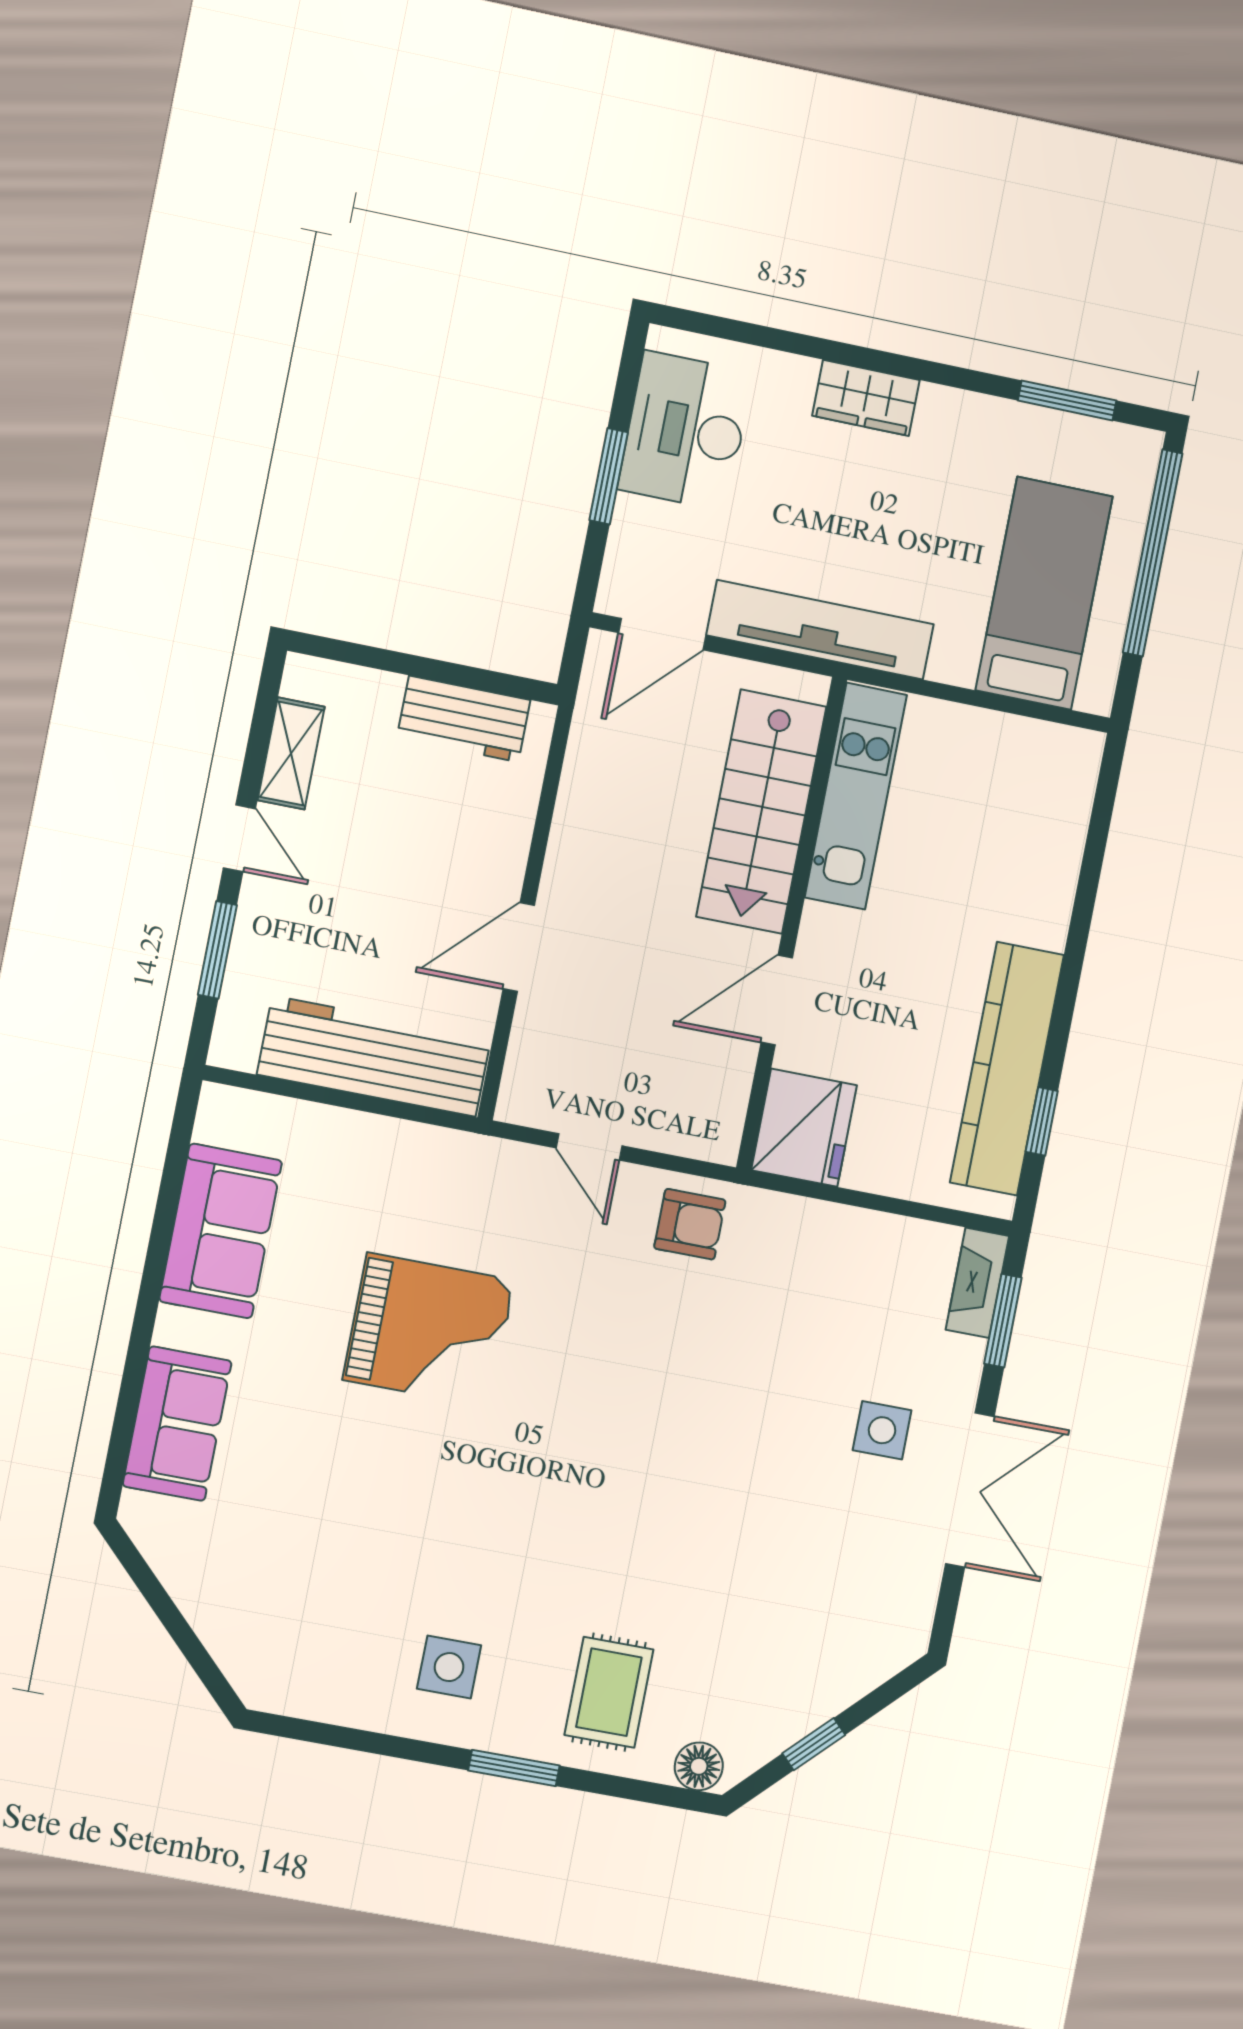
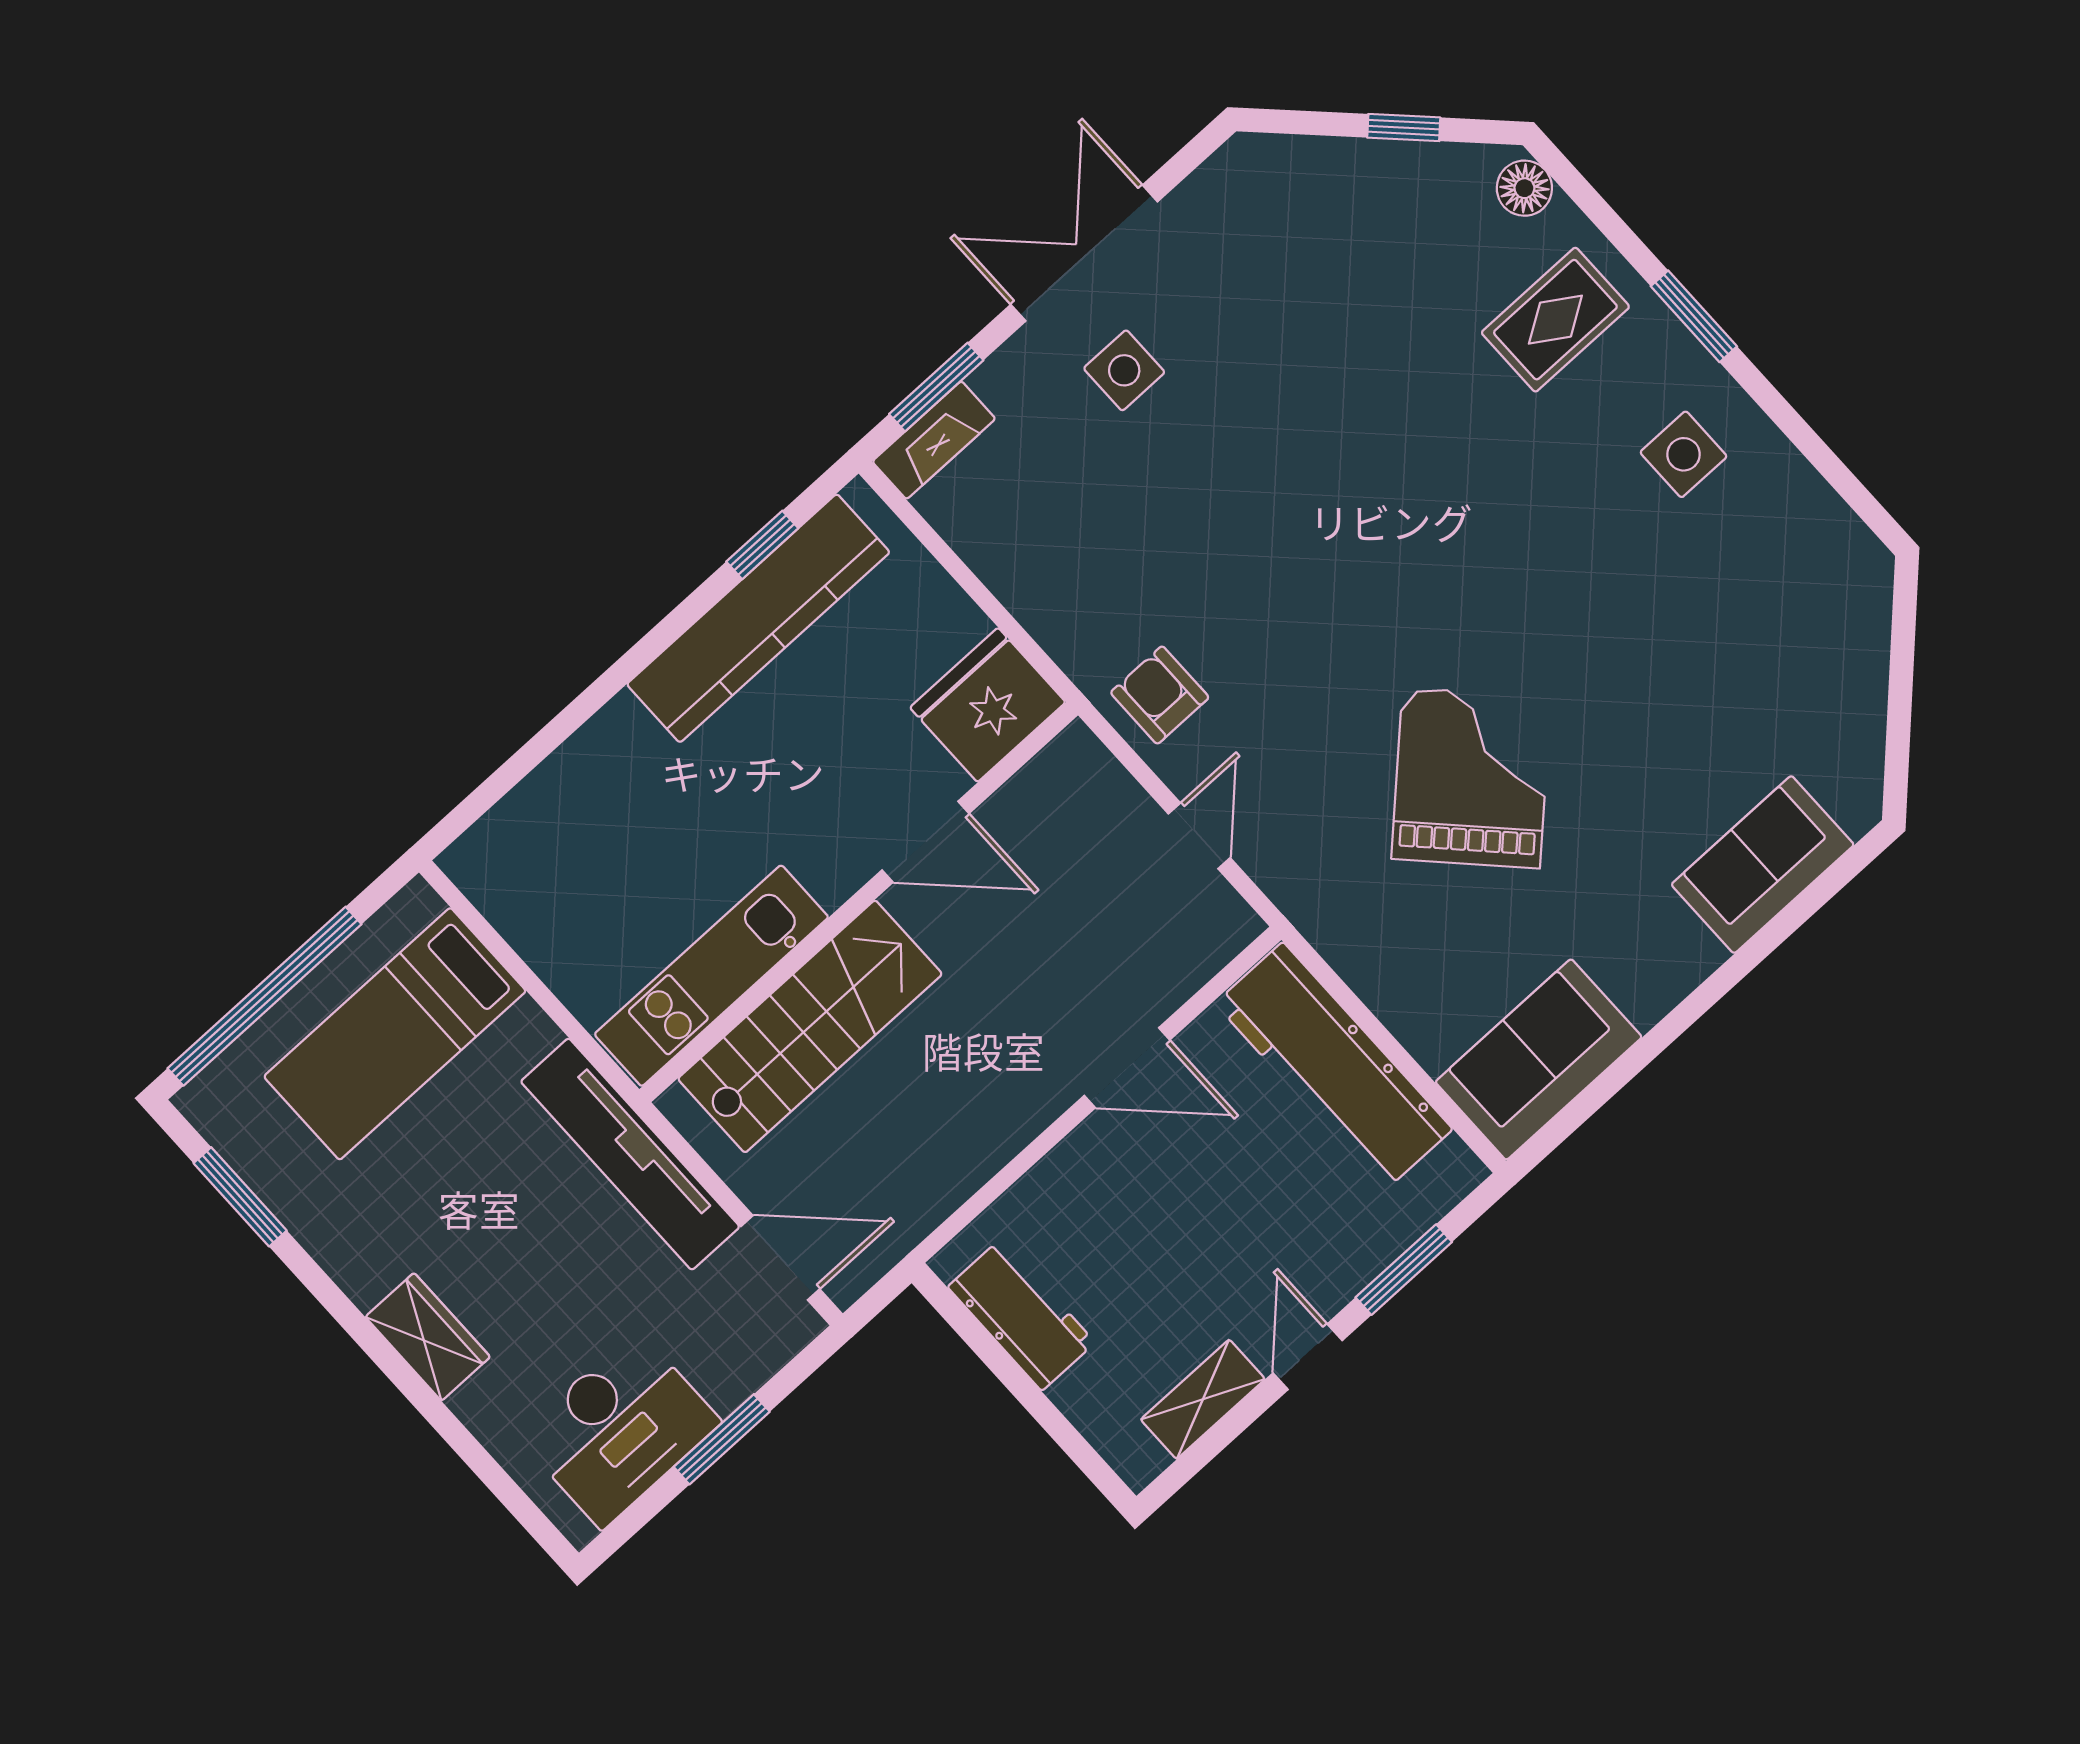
sofa: (221, 1231) -> (1539, 1059), moved
grand piano: (429, 1330) -> (1471, 778), turned 46

